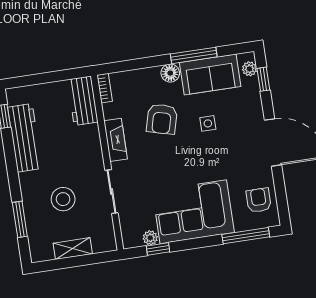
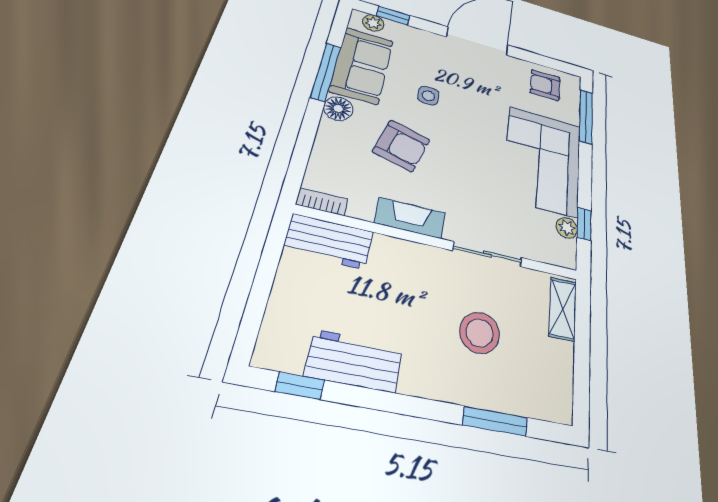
workbench: (25, 138) -> (355, 361), width x0.73
shelving: (73, 249) -> (563, 309), moved

